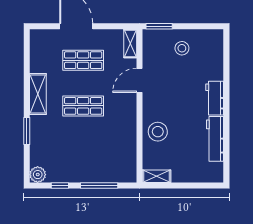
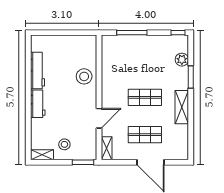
plant: (38, 175) -> (182, 60), moved
shelving: (157, 176) -> (42, 155), moved
window: (60, 185) -> (178, 33), moved

